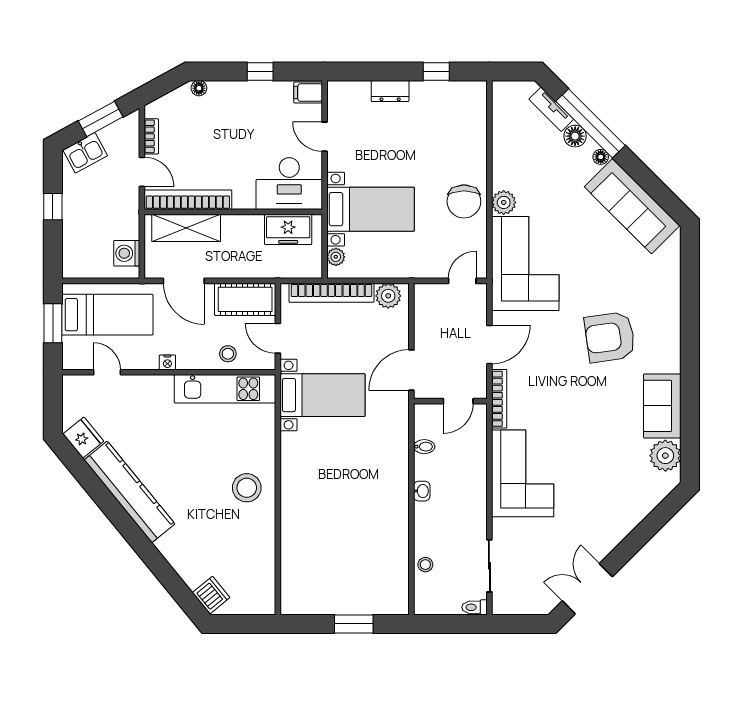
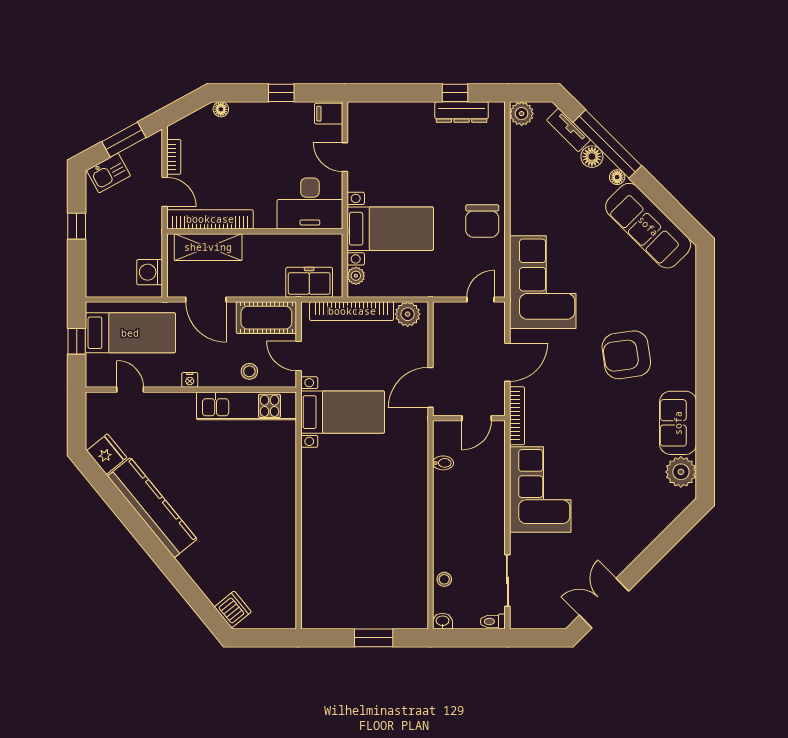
dresser: (390, 91) -> (462, 112), moved, width x1.44
plant: (504, 202) -> (522, 114), moved
freezer: (288, 229) -> (309, 282), moved, turned 180
window: (53, 323) -> (77, 341), width x0.67
stool: (247, 488) -> (268, 504), removed
washbasin: (422, 491) -> (443, 621), moved, turned -90

